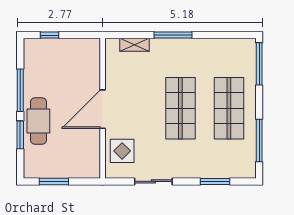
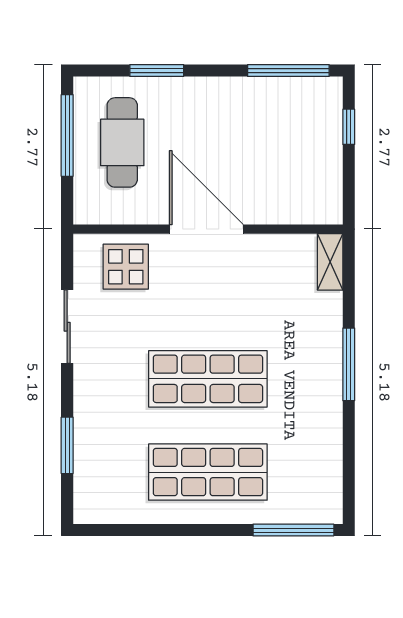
shelving: (134, 45) -> (330, 262), moved
window: (20, 90) -> (288, 71), moved
cafe table: (38, 121) -> (122, 142), moved, turned 90
window: (259, 141) -> (146, 530), removed
window: (54, 181) -> (67, 135), width x1.44

